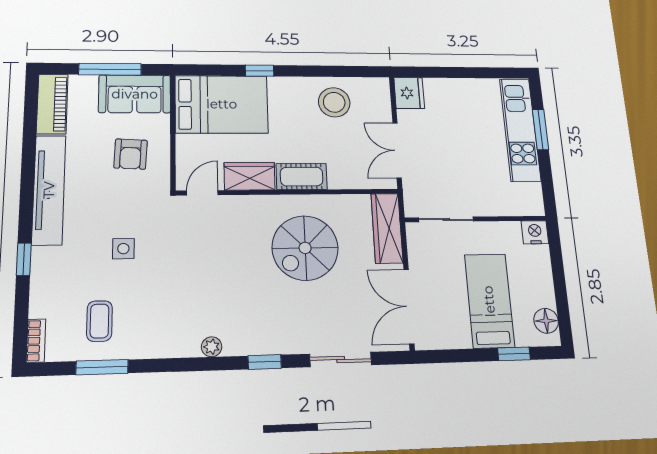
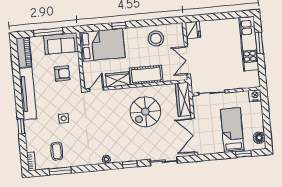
armchair: (131, 154) -> (62, 73), turned -93
cot: (302, 177) -> (146, 75), width x1.37, depth x1.34

